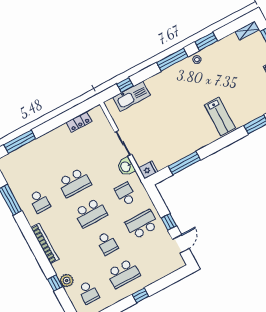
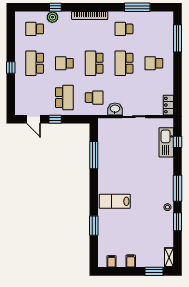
locker: (79, 122) -> (168, 105), moved
school desk: (58, 152) -> (154, 63), added
fridge: (148, 170) -> (103, 125), removed

